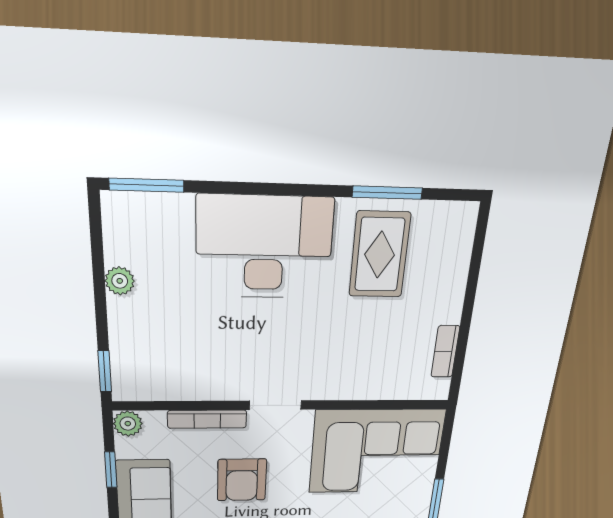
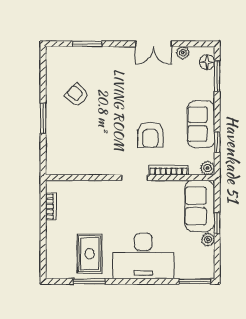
sofa: (141, 351) -> (200, 206), added
window: (105, 371) -> (217, 223), moved
corner sofa: (377, 451) -> (80, 151), removed
armchair: (242, 480) -> (150, 135), turned 180

